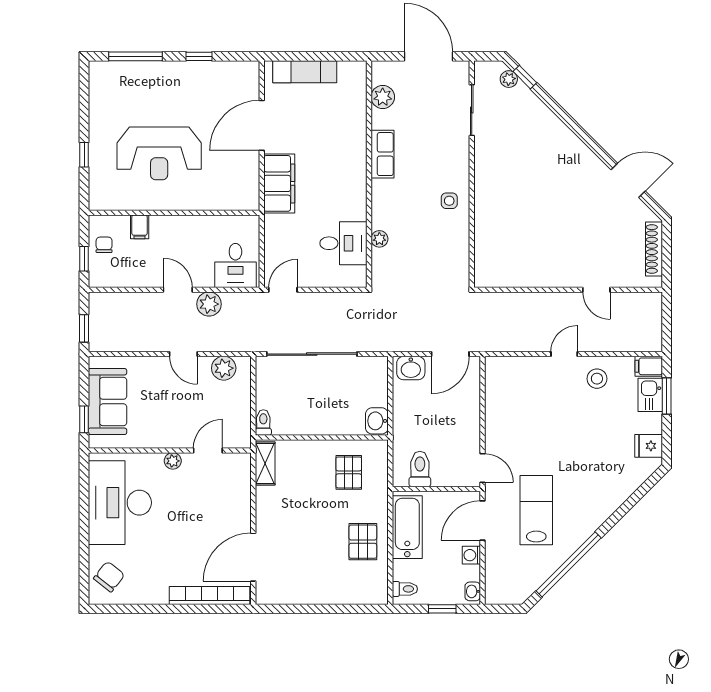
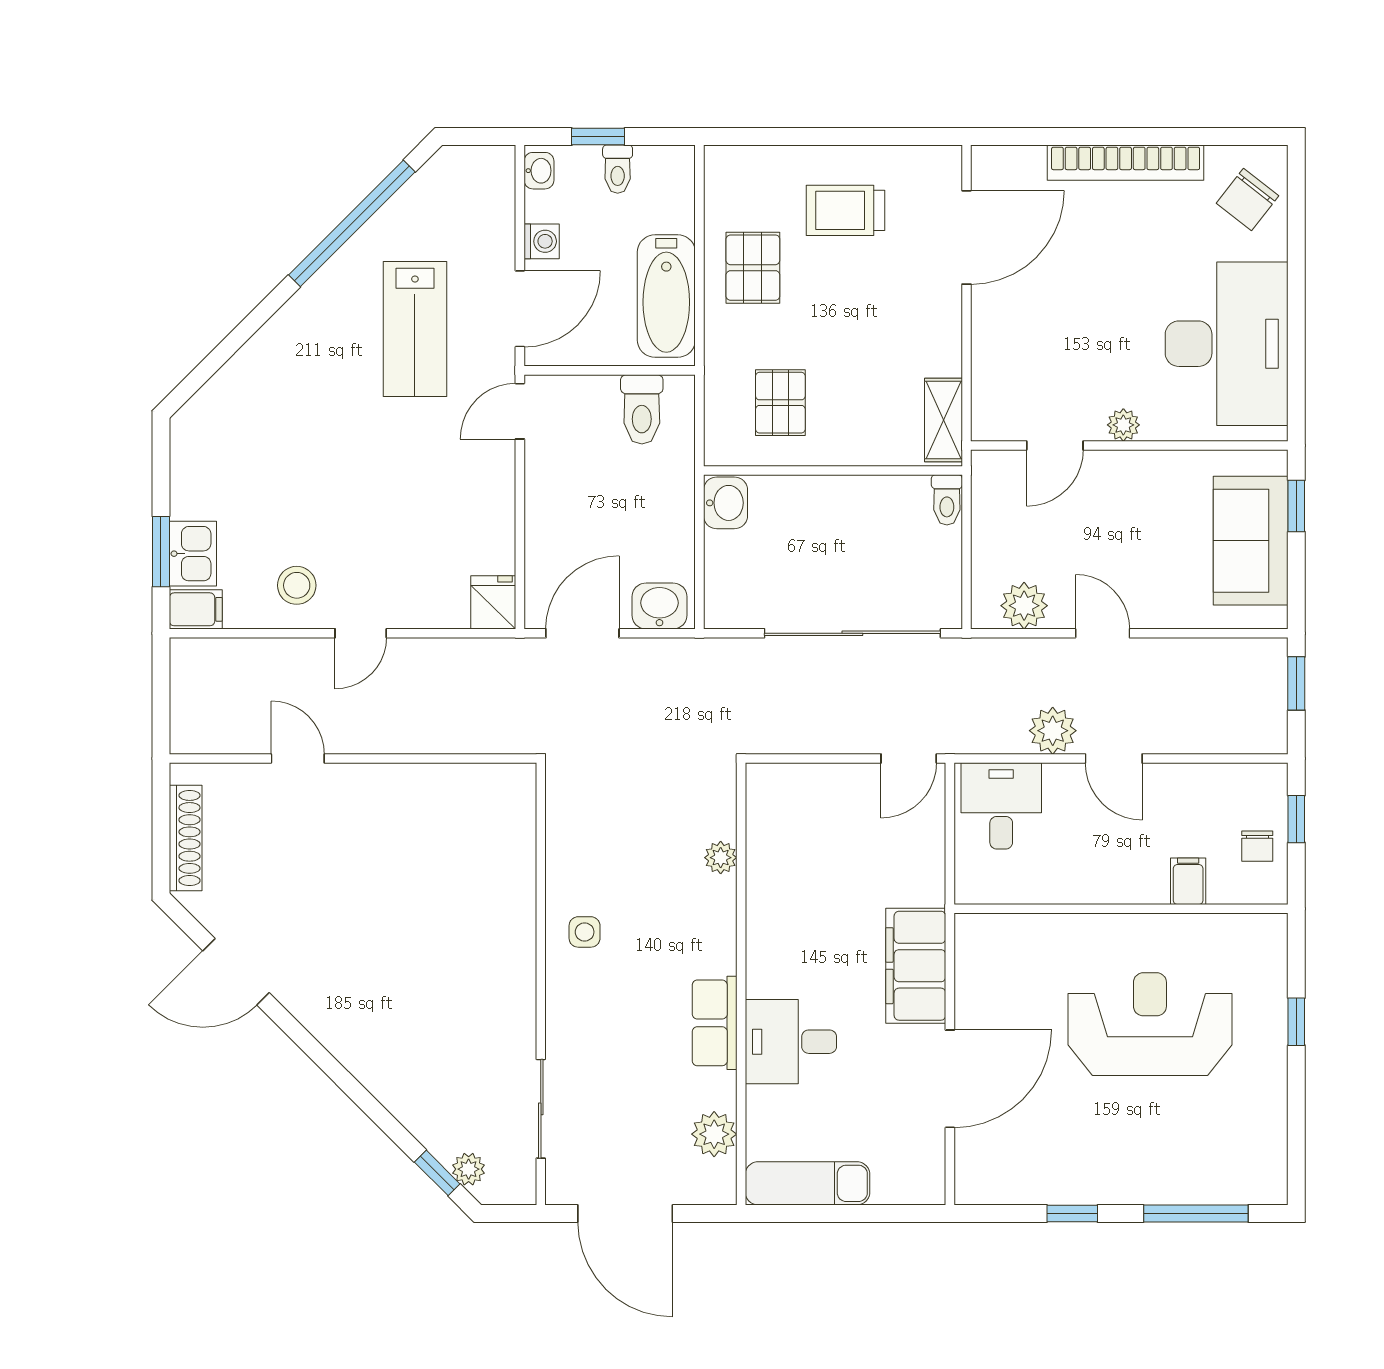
exam couch: (305, 72) -> (807, 1183), moved
desk: (343, 243) -> (791, 1042), moved
fridge: (649, 446) -> (493, 602), moved, turned -90
door: (482, 468) -> (520, 411), hinge flipped
trolley: (315, 571) -> (846, 210), added
toilet: (405, 589) -> (618, 169), moved, turned -90
bookcase: (210, 596) -> (1126, 163), moved

